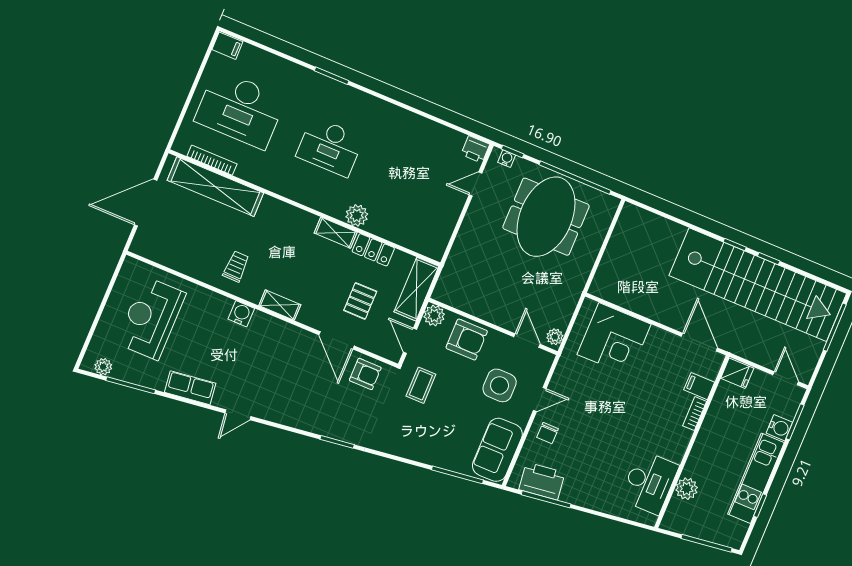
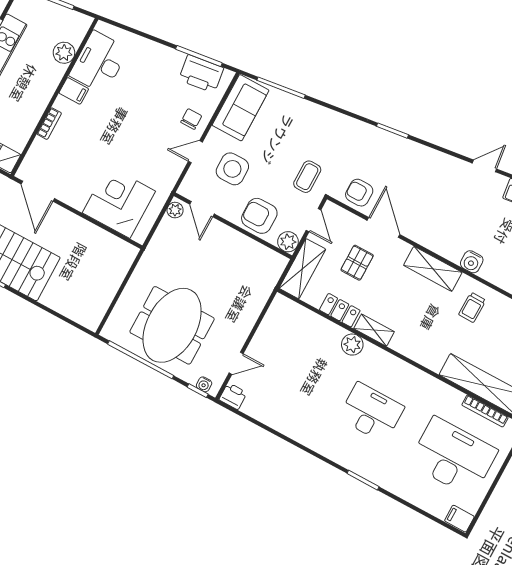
shelving: (280, 305) -> (433, 269), width x1.50, depth x1.33
filing cabinet: (699, 386) -> (74, 91), moved

